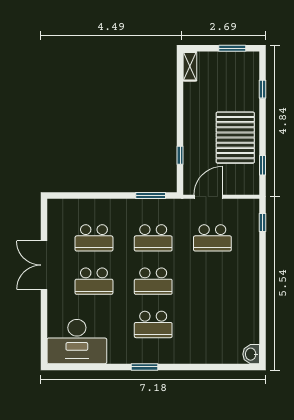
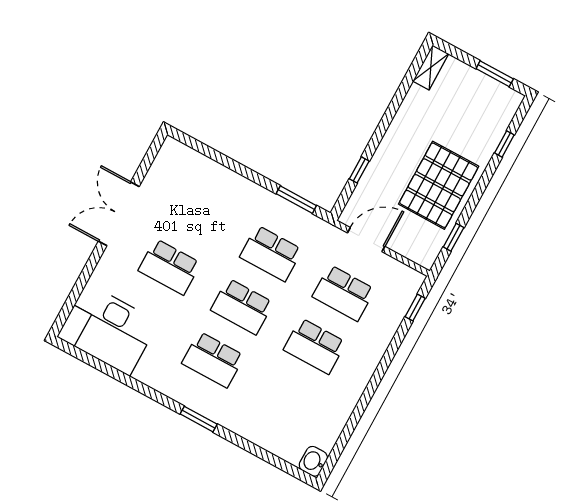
school desk: (94, 238) -> (315, 346), moved
window: (144, 367) -> (199, 419), moved

